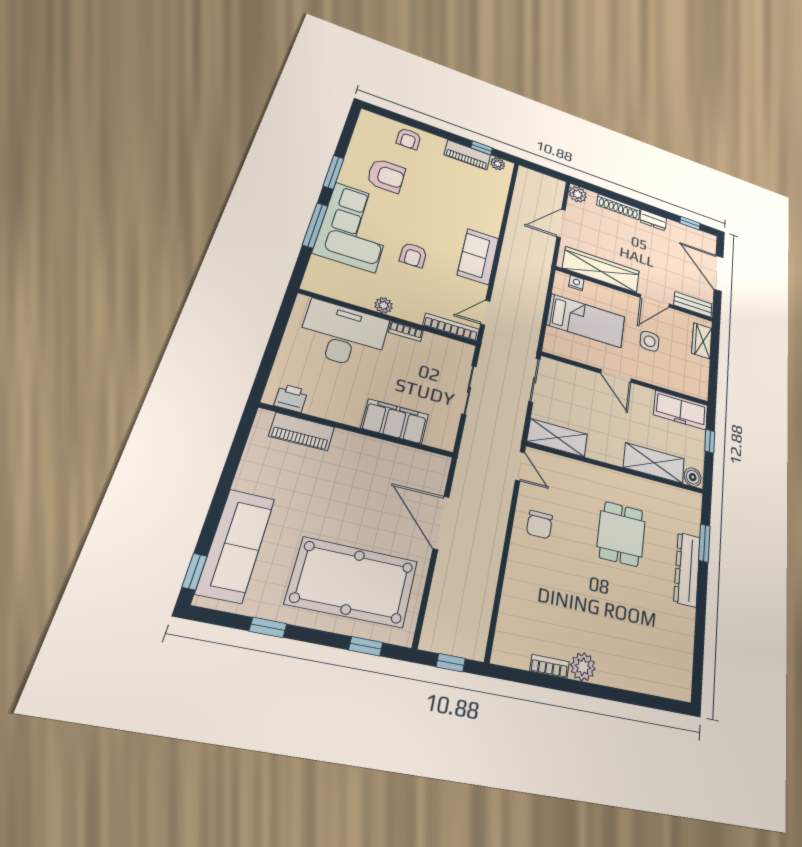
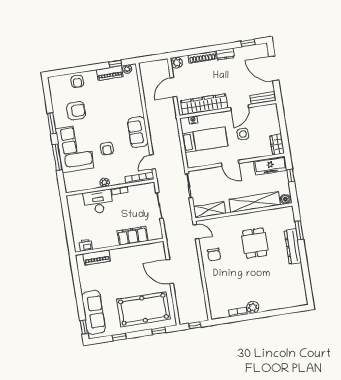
desk: (343, 335) -> (98, 202), width x0.73, depth x0.77
wardrobe: (702, 341) -> (277, 144), moved
shelving: (654, 463) -> (255, 202), width x1.47

